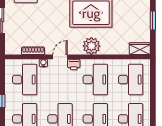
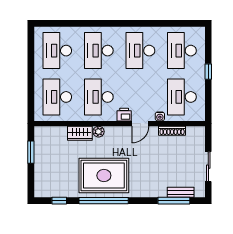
window: (153, 21) -> (31, 152), moved
plant: (91, 46) -> (99, 132), width x0.53, depth x0.53
wardrobe: (140, 49) -> (80, 133), moved

